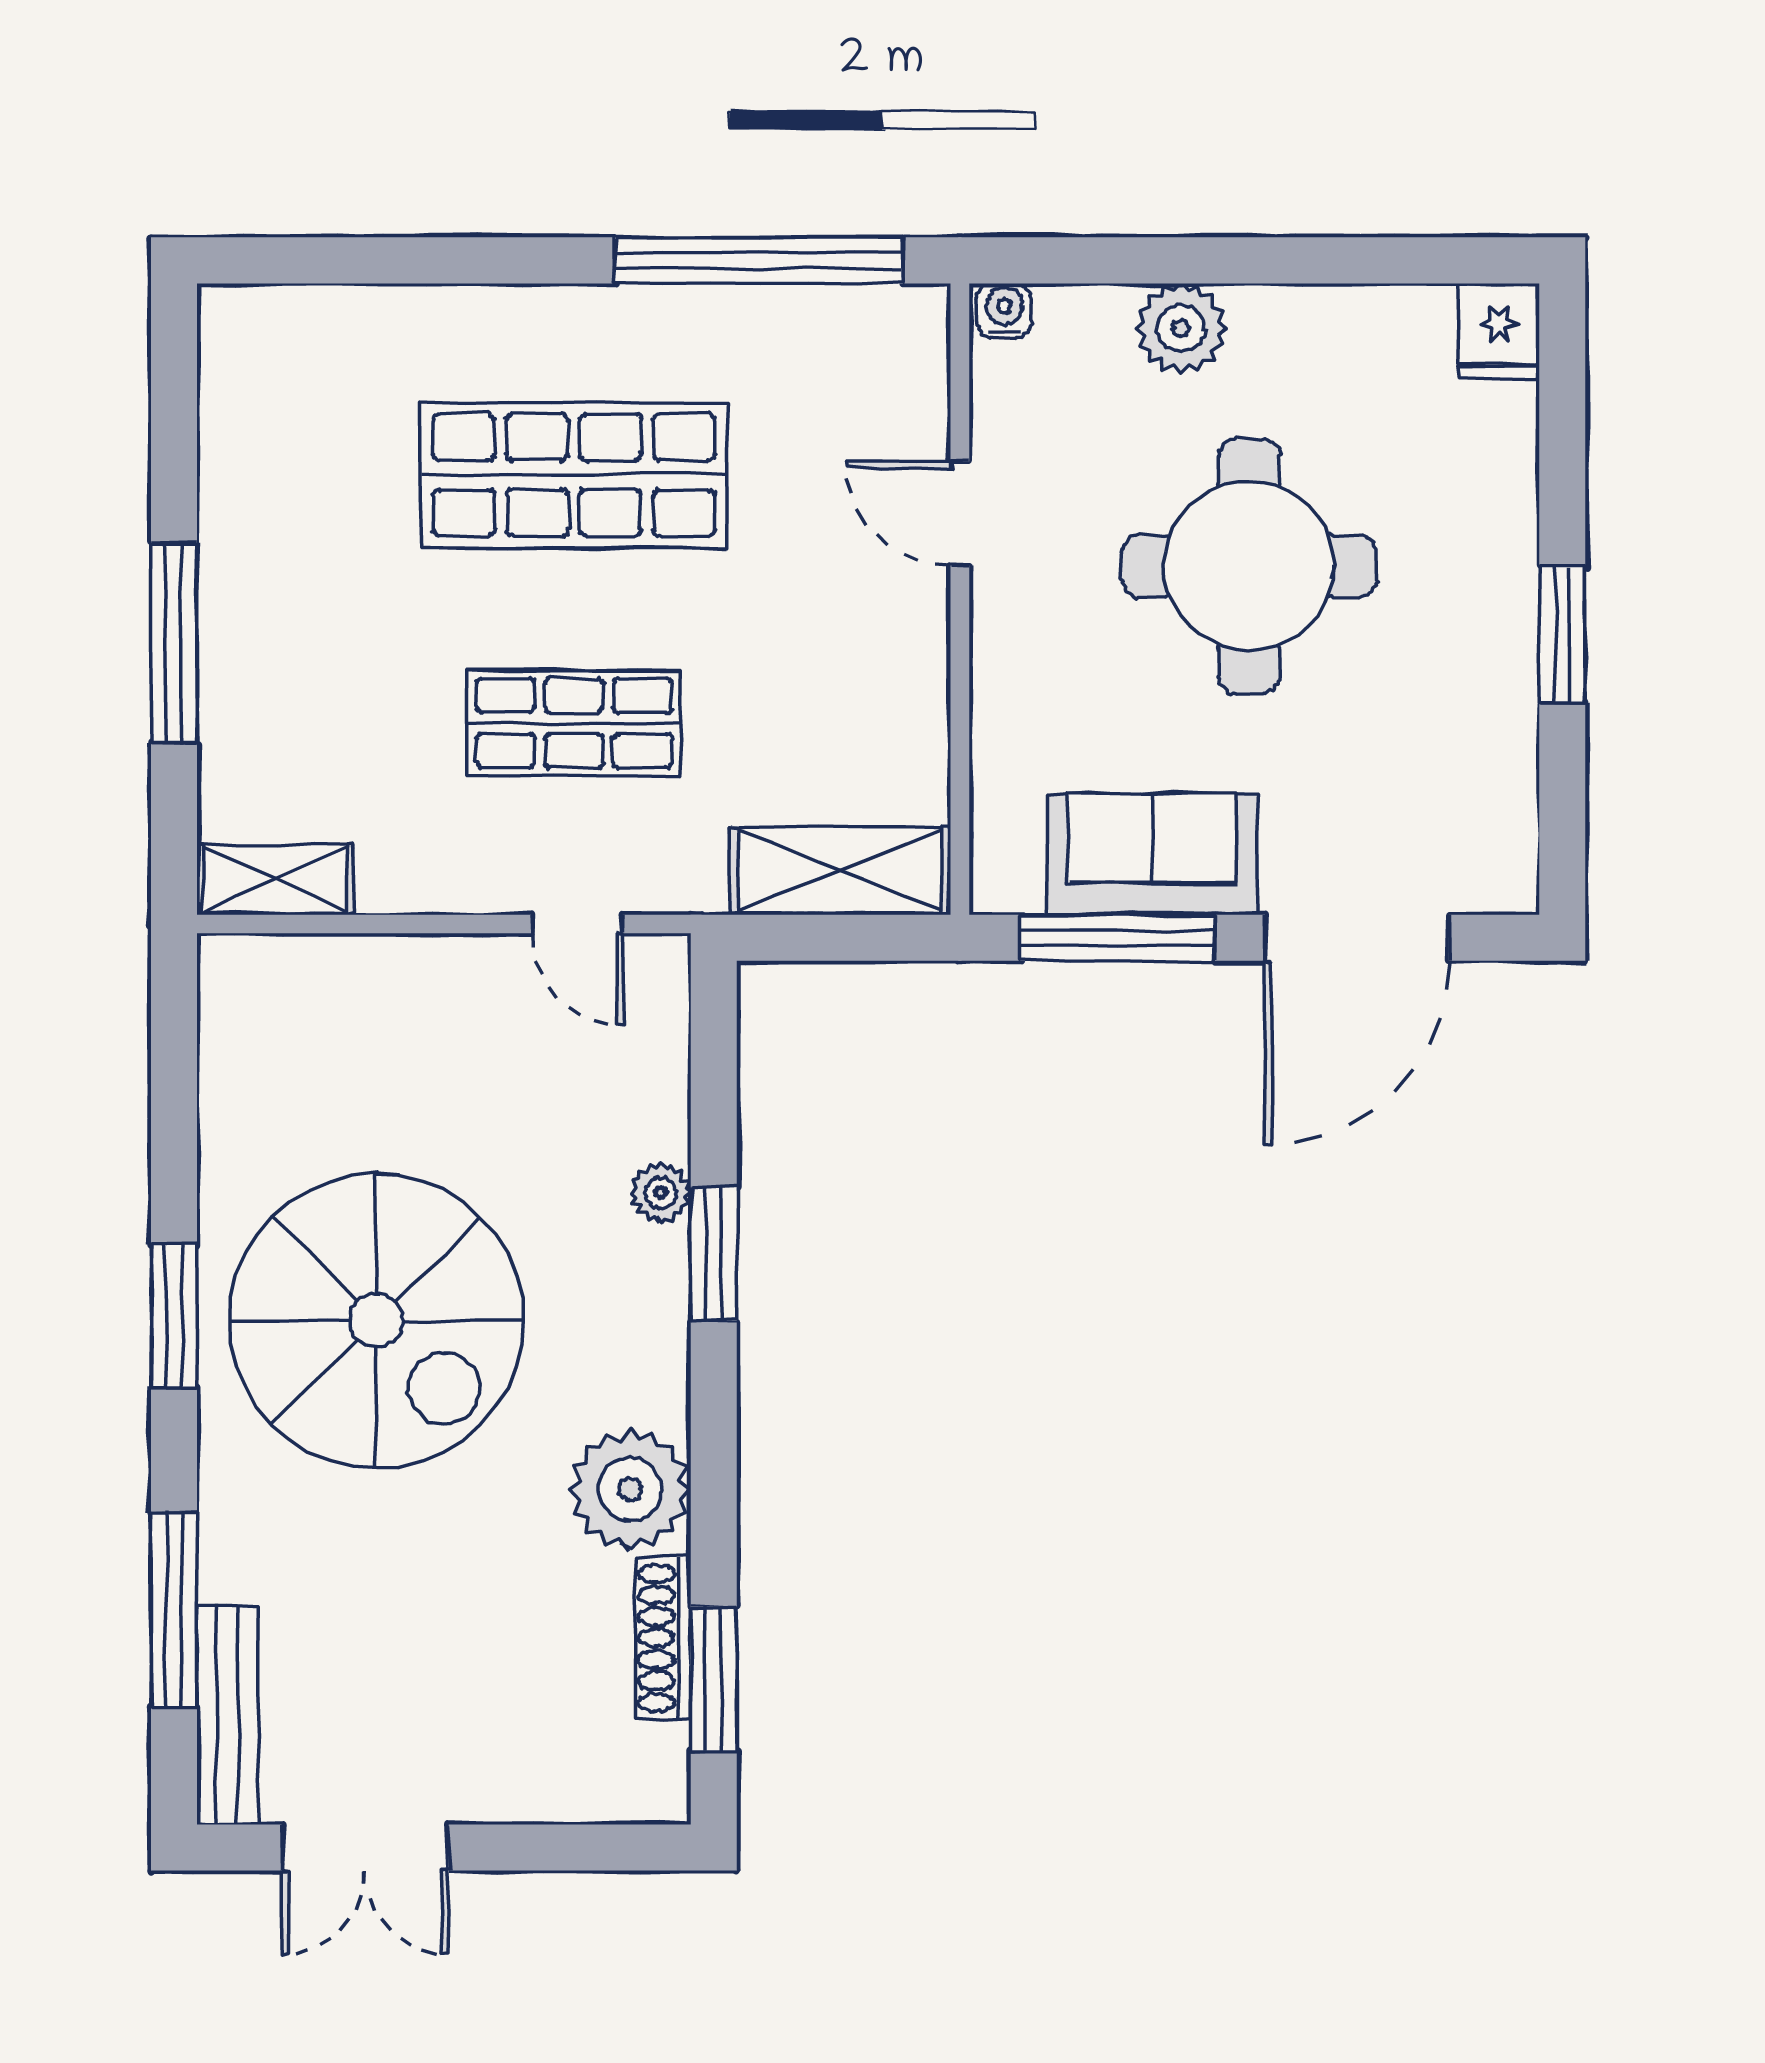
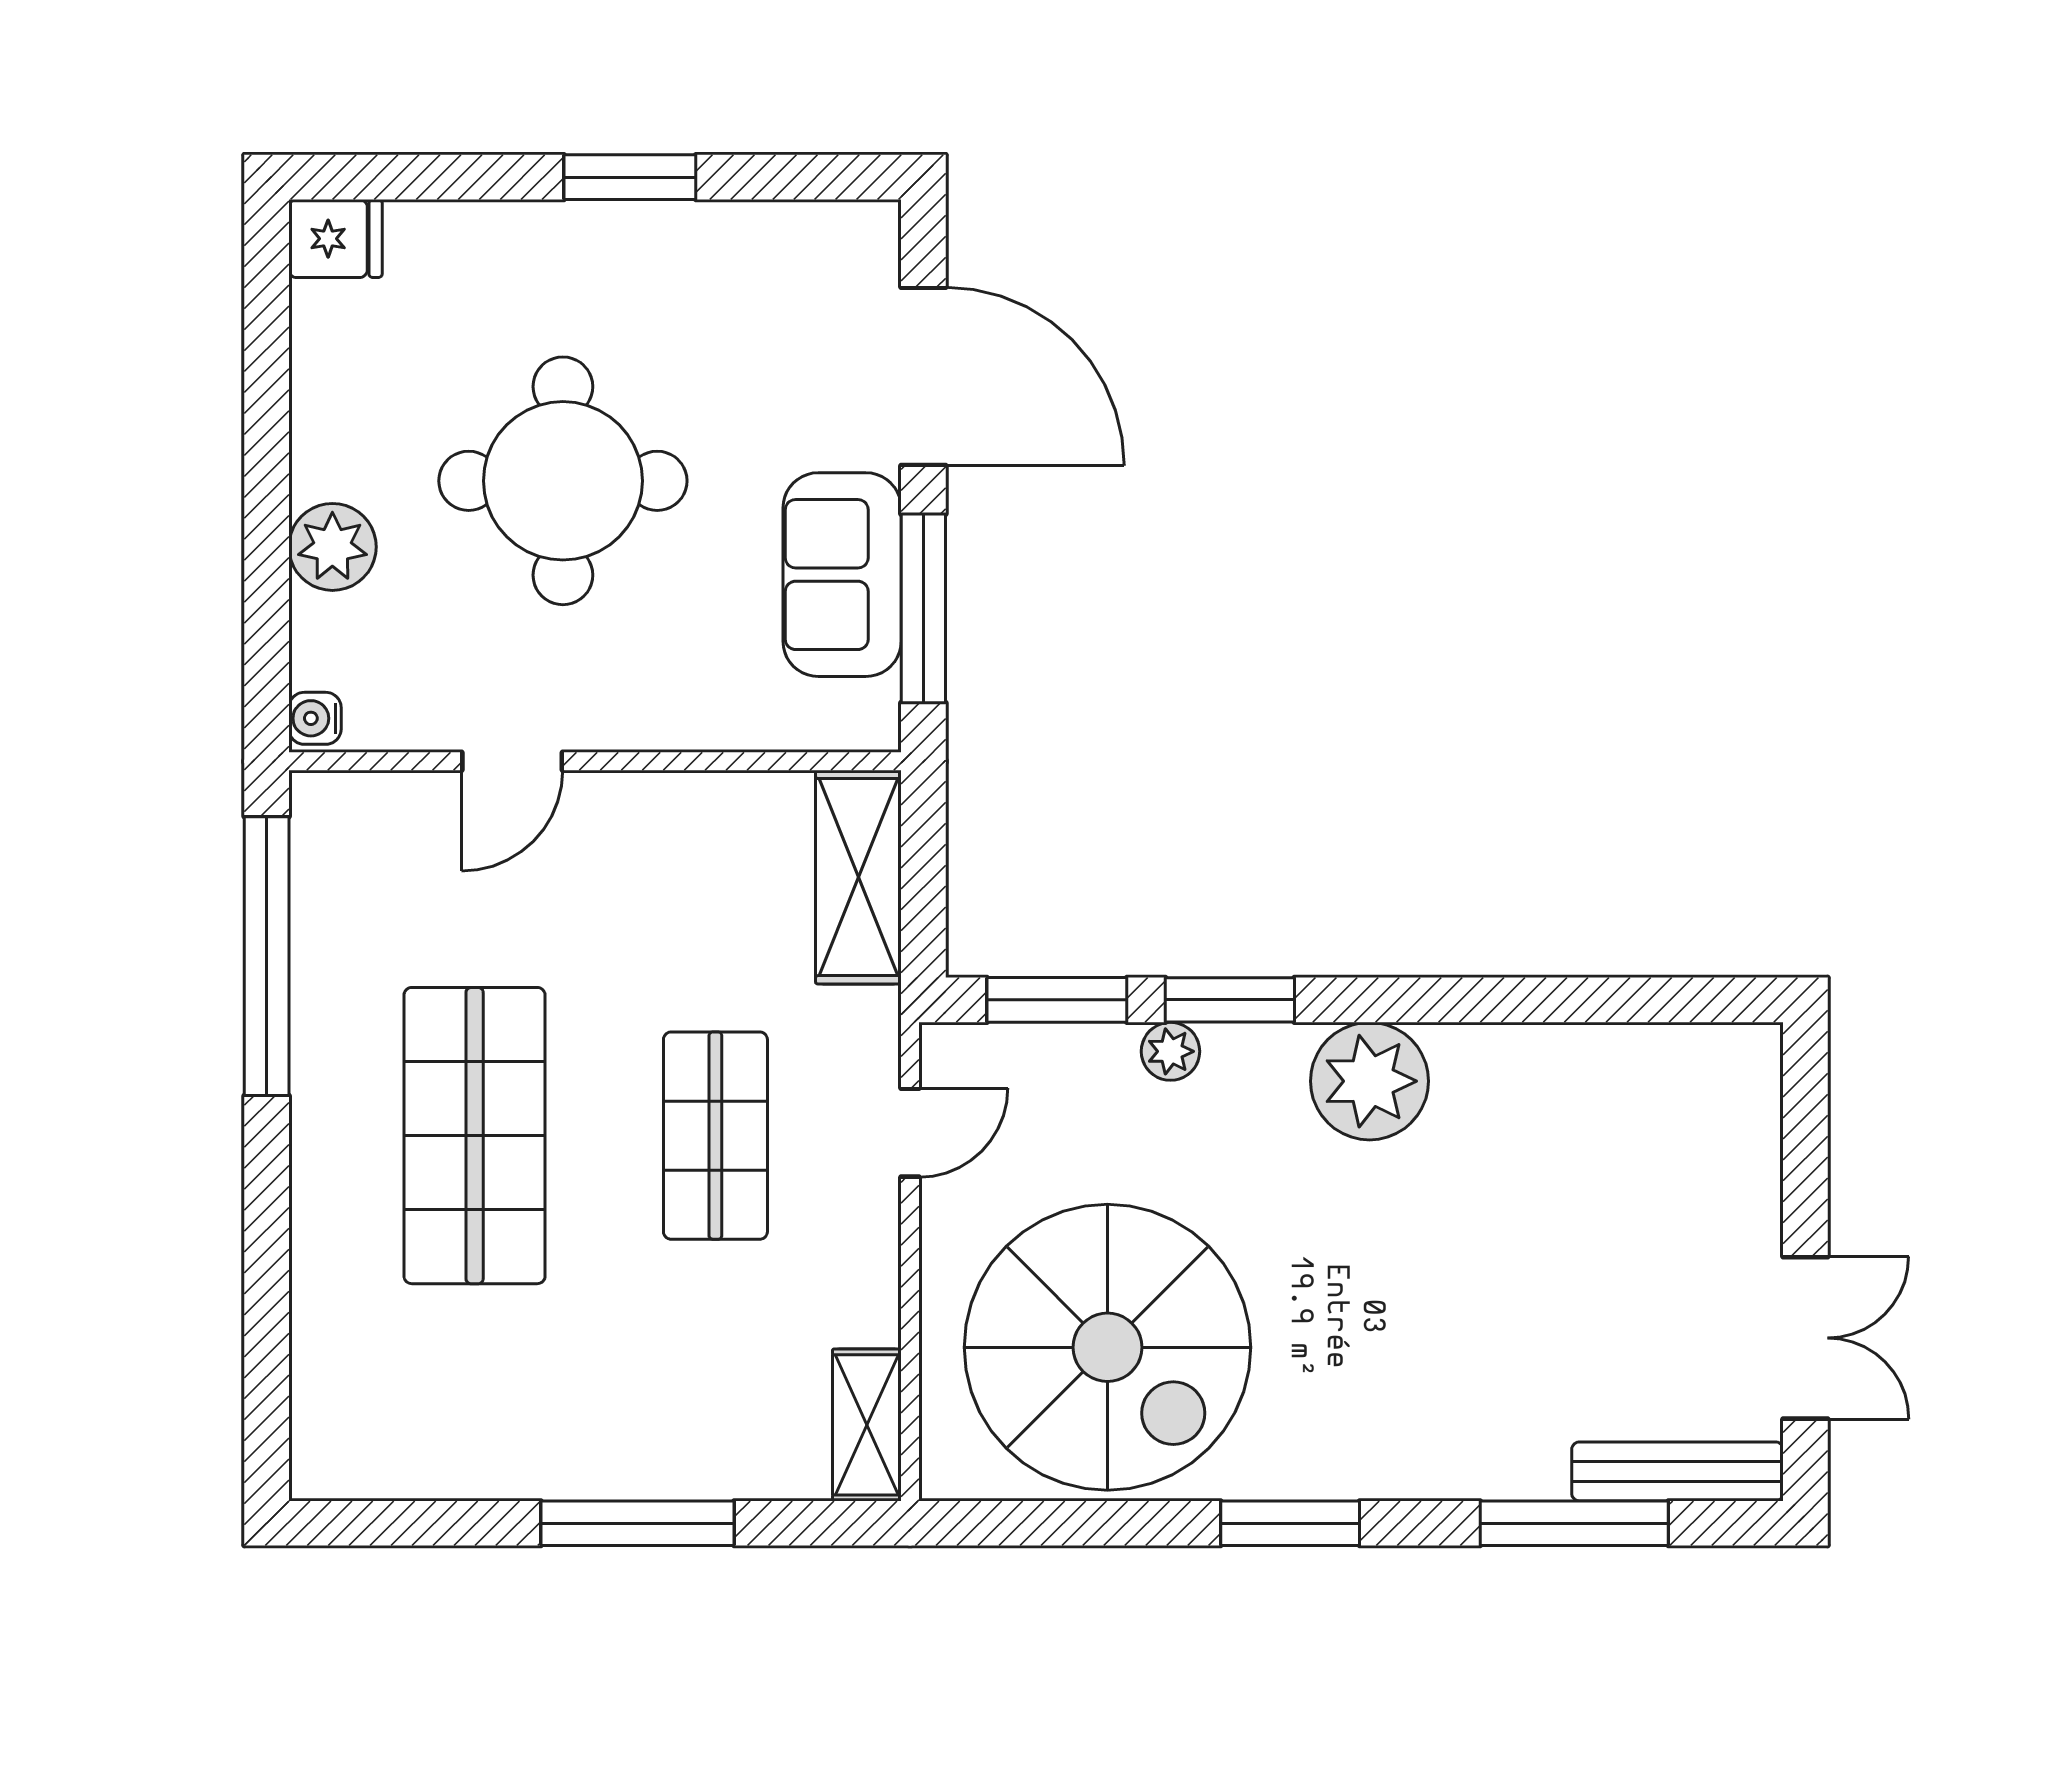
spiral stairs: (376, 1320) -> (1107, 1347), moved, turned 90
plant: (630, 1489) -> (1370, 1081), moved
shoe rack: (663, 1638) -> (1602, 1049), removed
window: (714, 1679) -> (1057, 1000), moved

